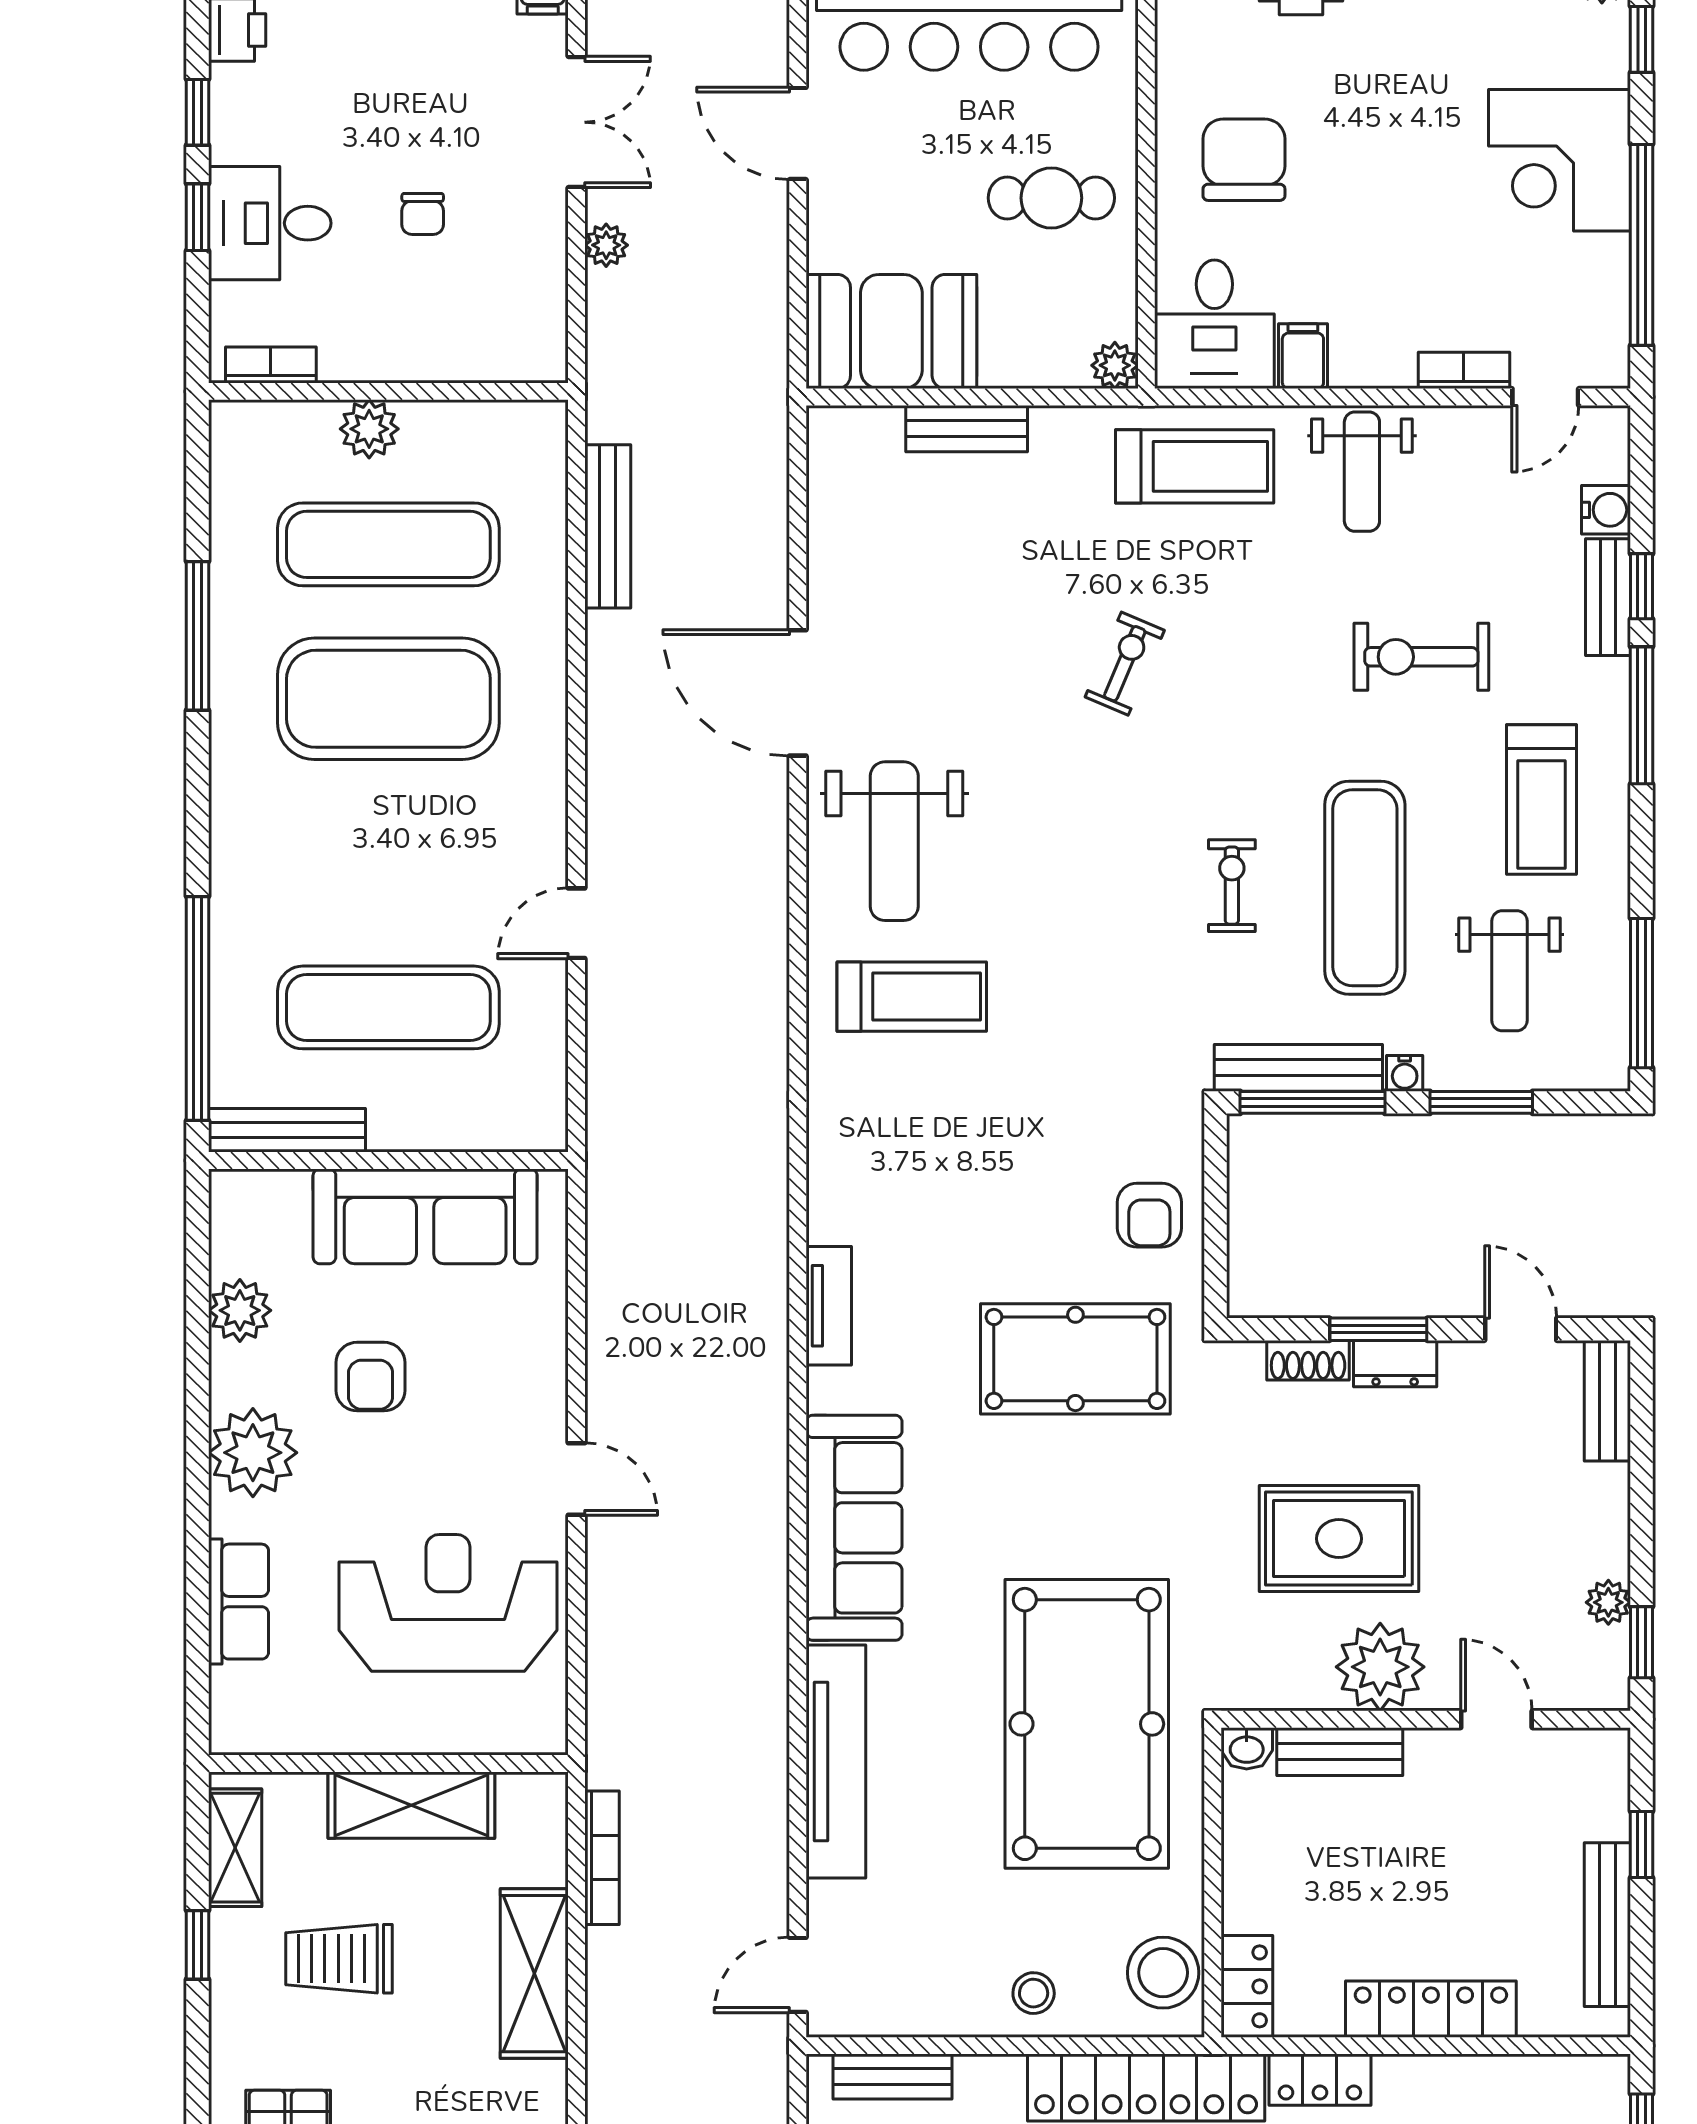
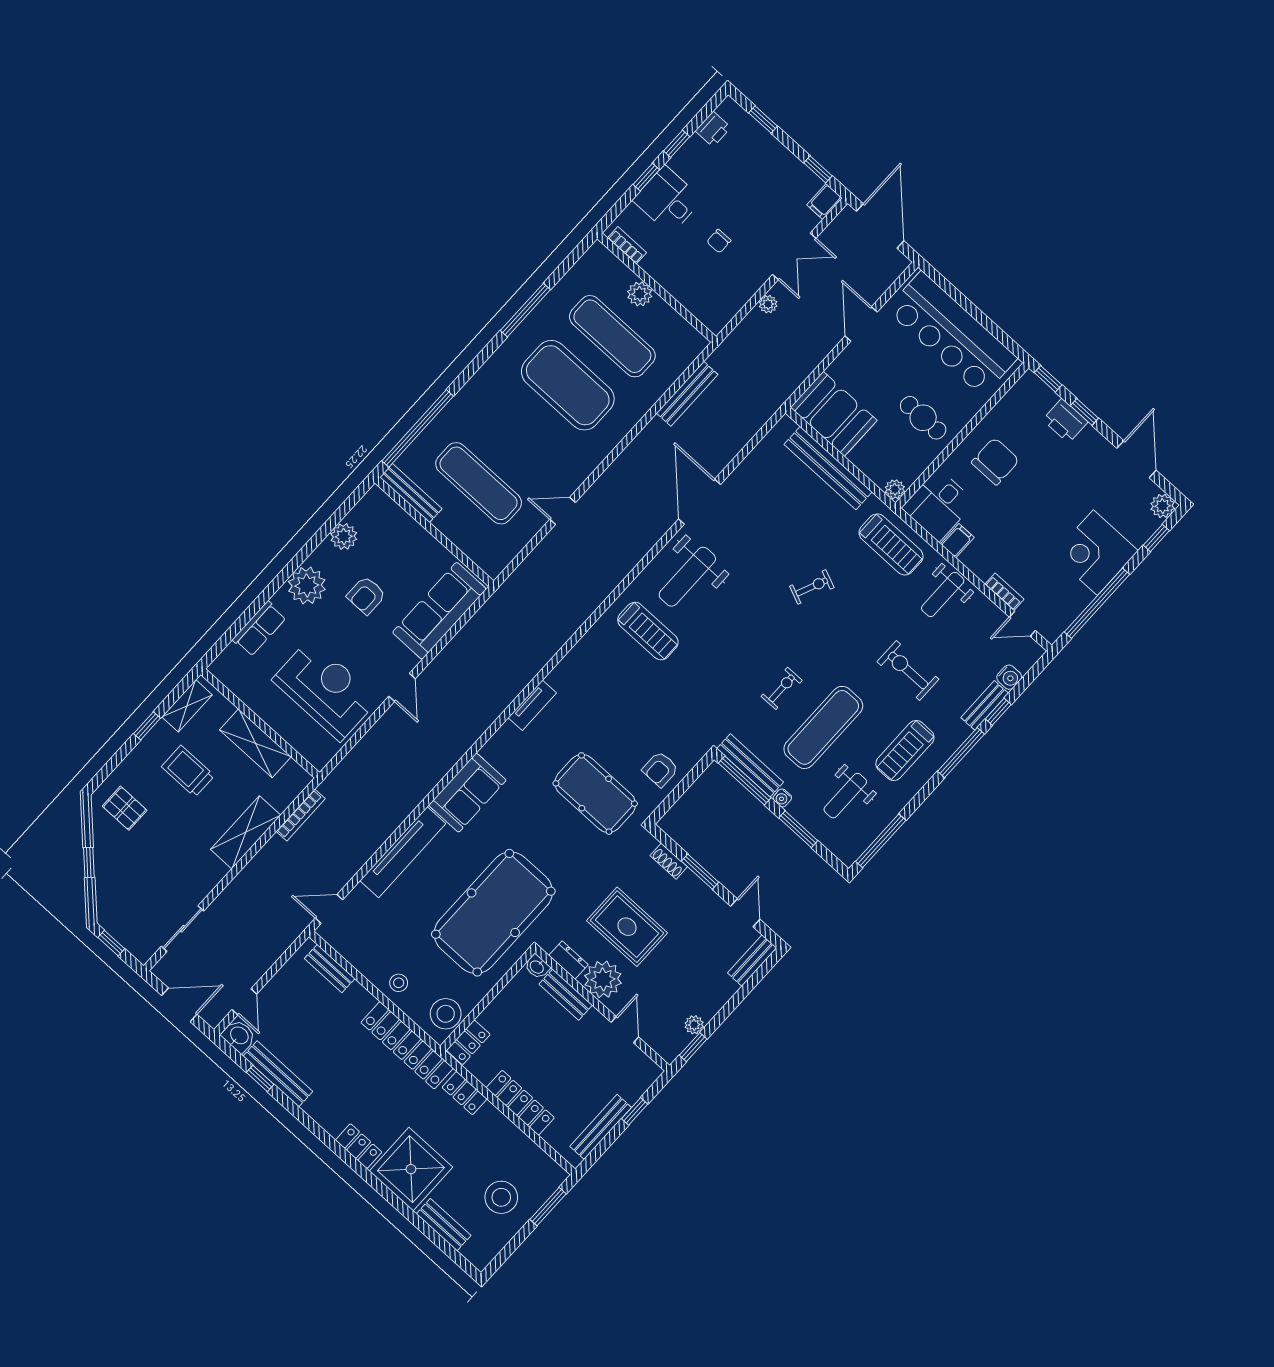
bench: (967, 429) -> (828, 468), width x1.86, depth x1.21
sofa: (425, 1216) -> (439, 611), moved, turned 90
dresser: (1395, 1364) -> (568, 960), moved, turned 180
sofa: (854, 1528) -> (467, 793), width x0.73

